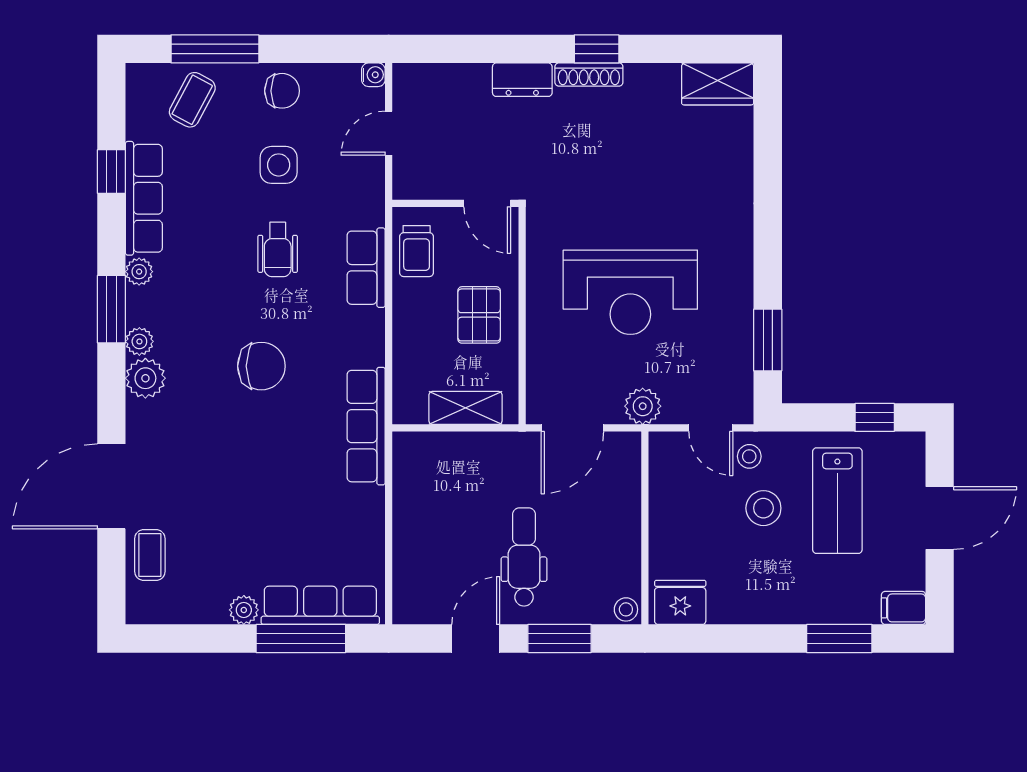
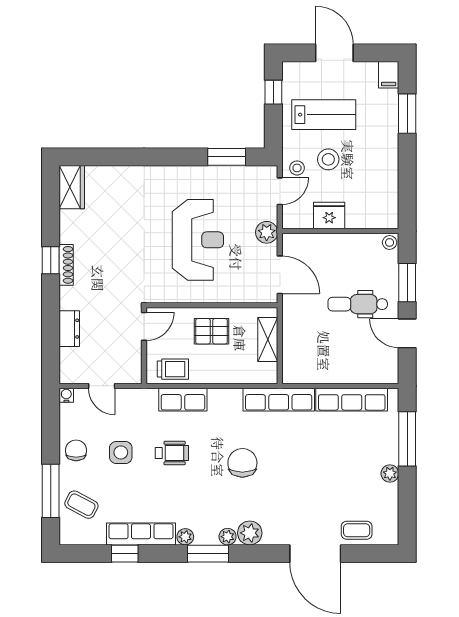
dresser: (522, 80) -> (69, 329), moved
fridge: (680, 602) -> (329, 216), moved, turned 90
row of seats: (320, 605) -> (352, 400), moved, turned -90

